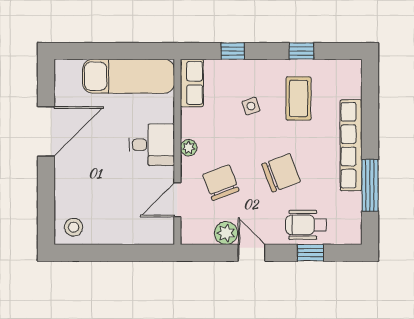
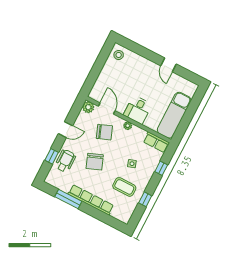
door: (46, 131) -> (168, 65), width x0.53
plant: (226, 233) -> (88, 107), moved

